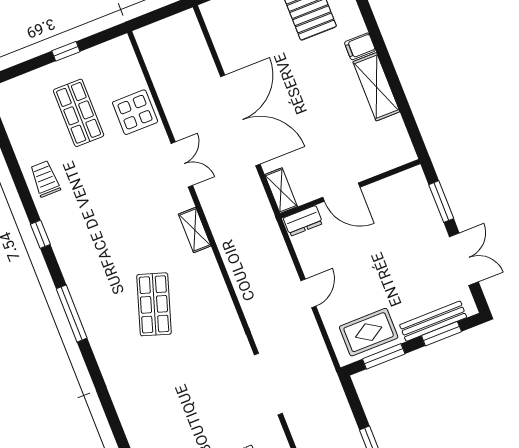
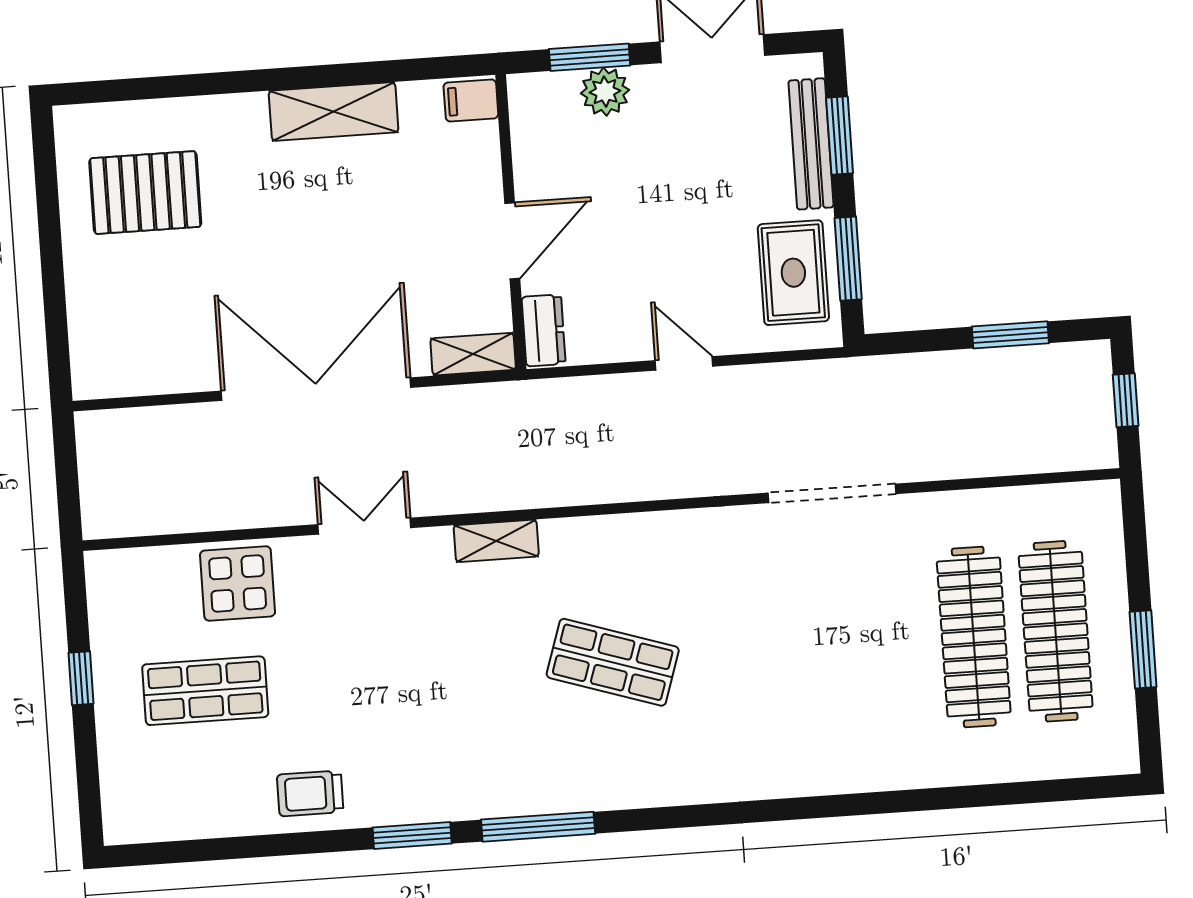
filing cabinet: (360, 46) -> (471, 100), moved, turned 90
plant: (427, 214) -> (605, 92), added
window: (40, 234) -> (412, 835), width x1.50
window: (72, 313) -> (538, 827), moved

